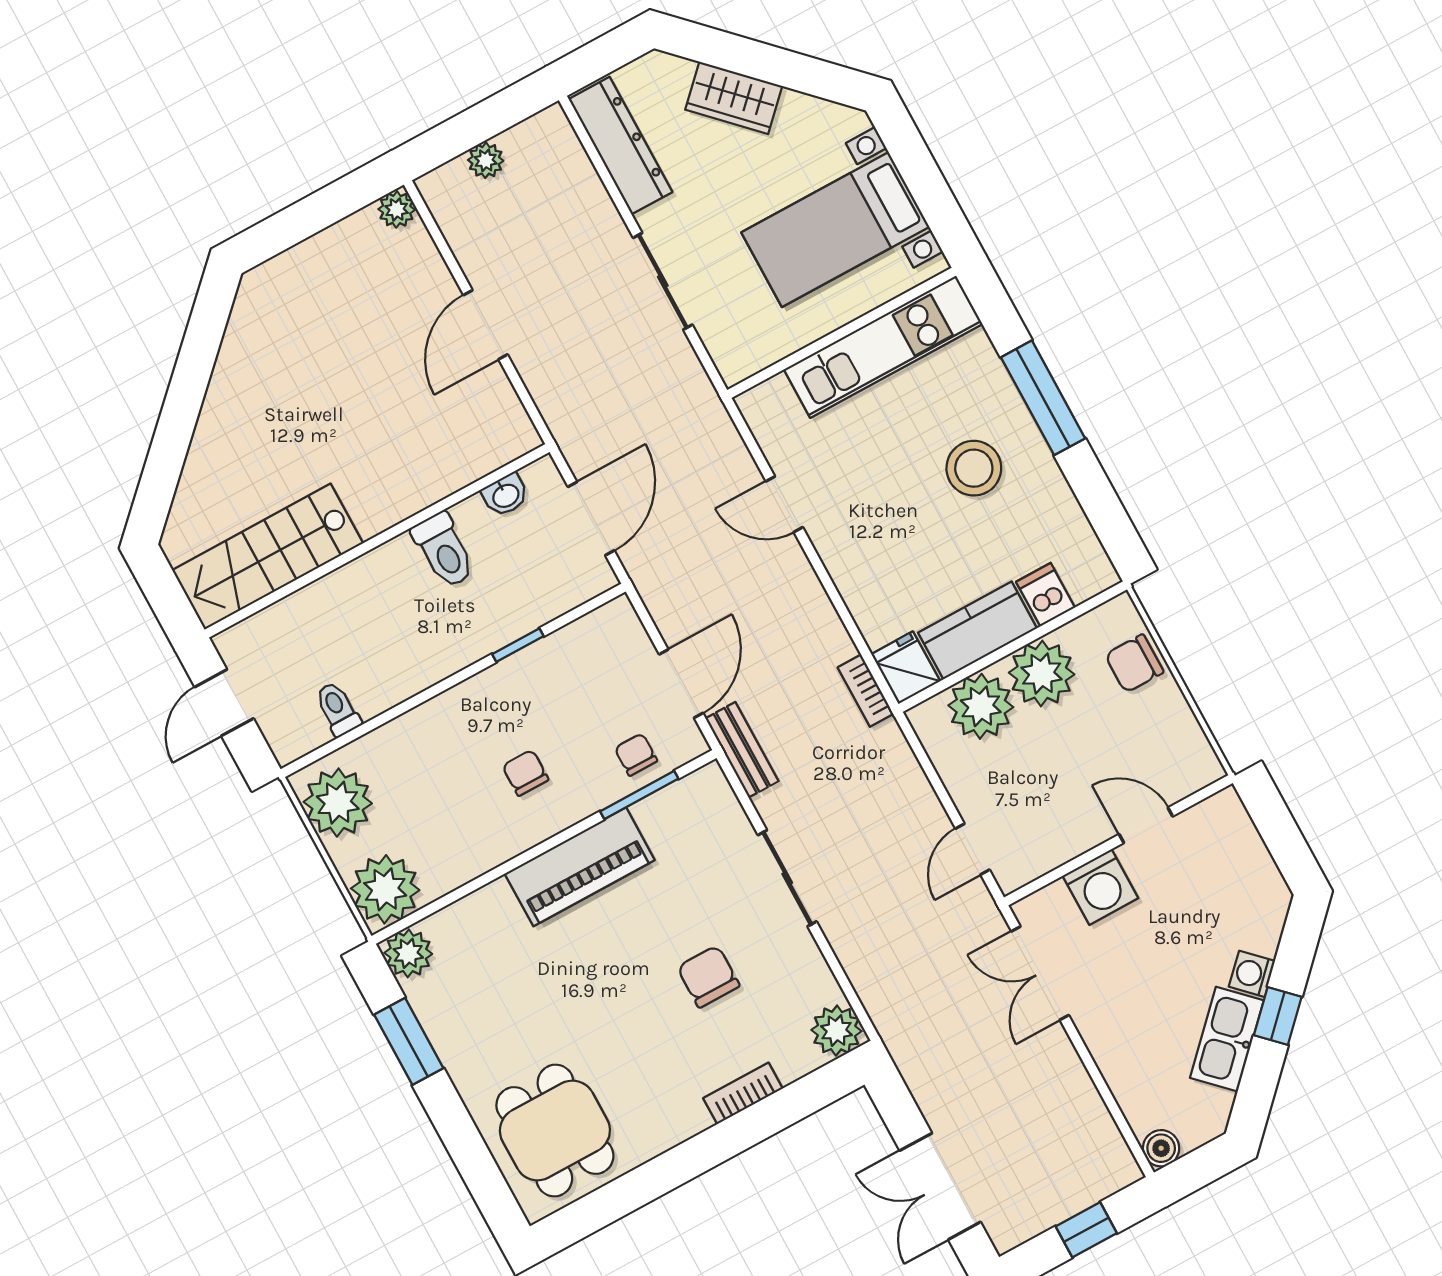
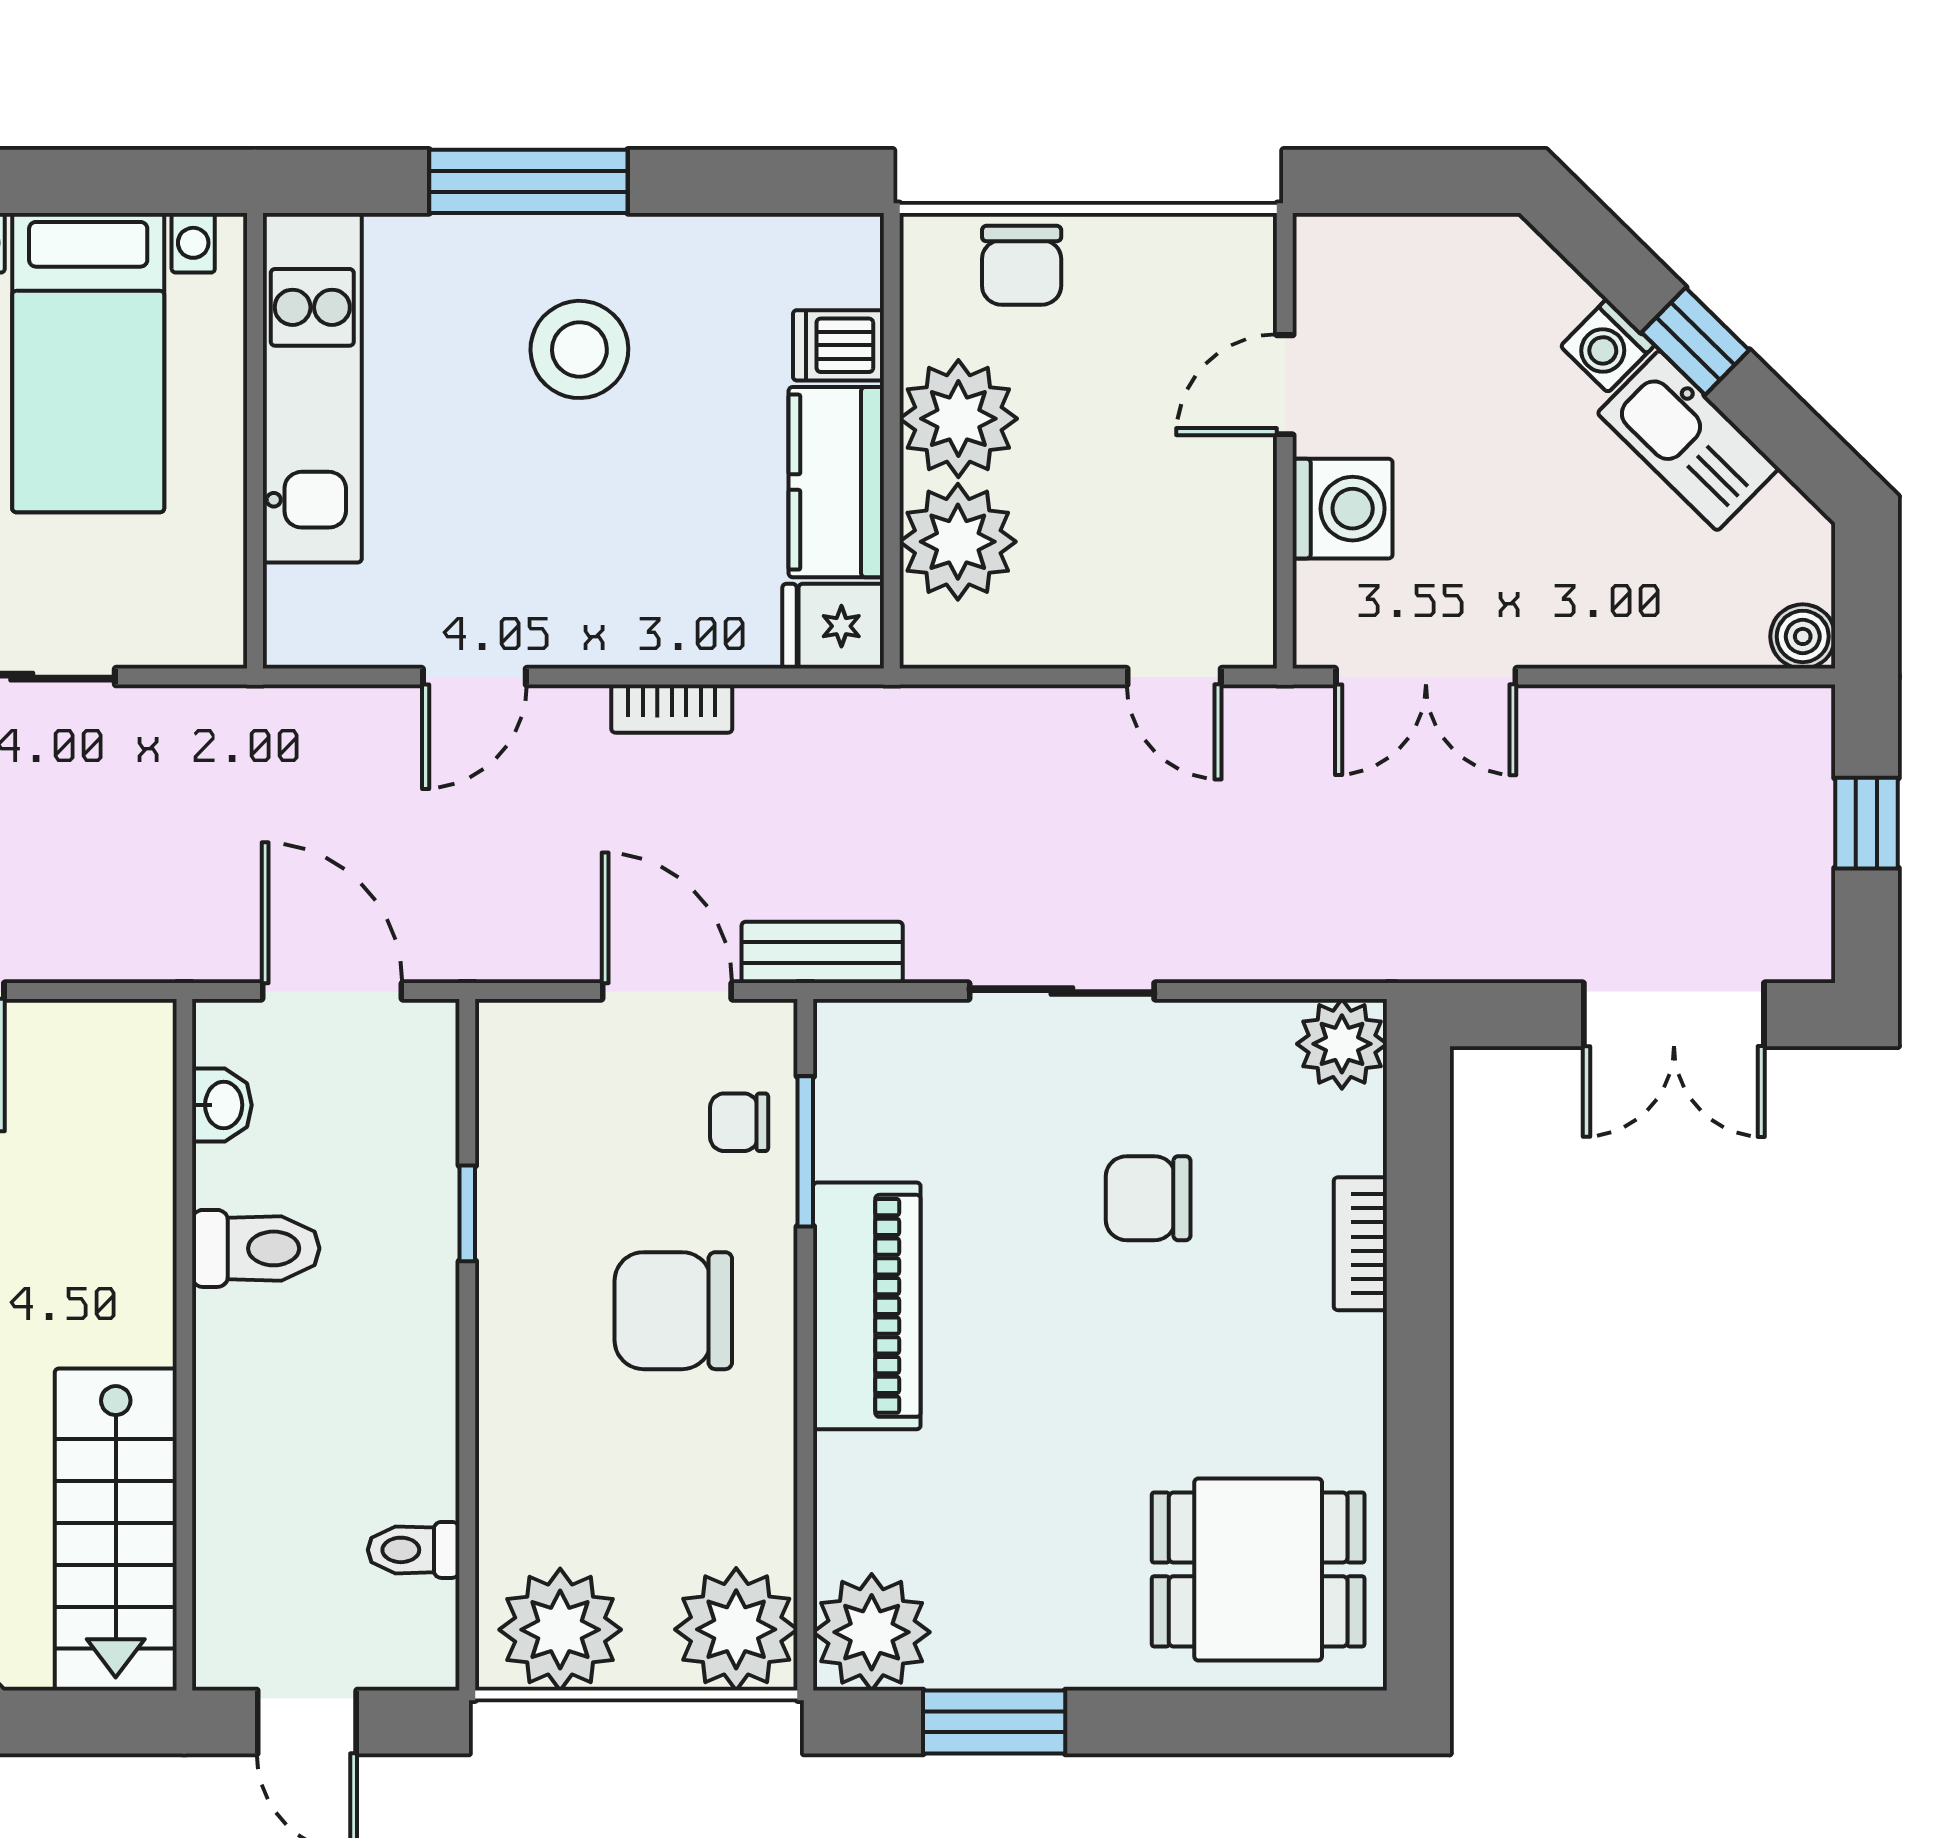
bookcase: (866, 691) -> (672, 709), moved
chair: (525, 773) -> (673, 1311), width x1.87, depth x1.87
plant: (408, 953) -> (872, 1632), width x1.36, depth x1.36

